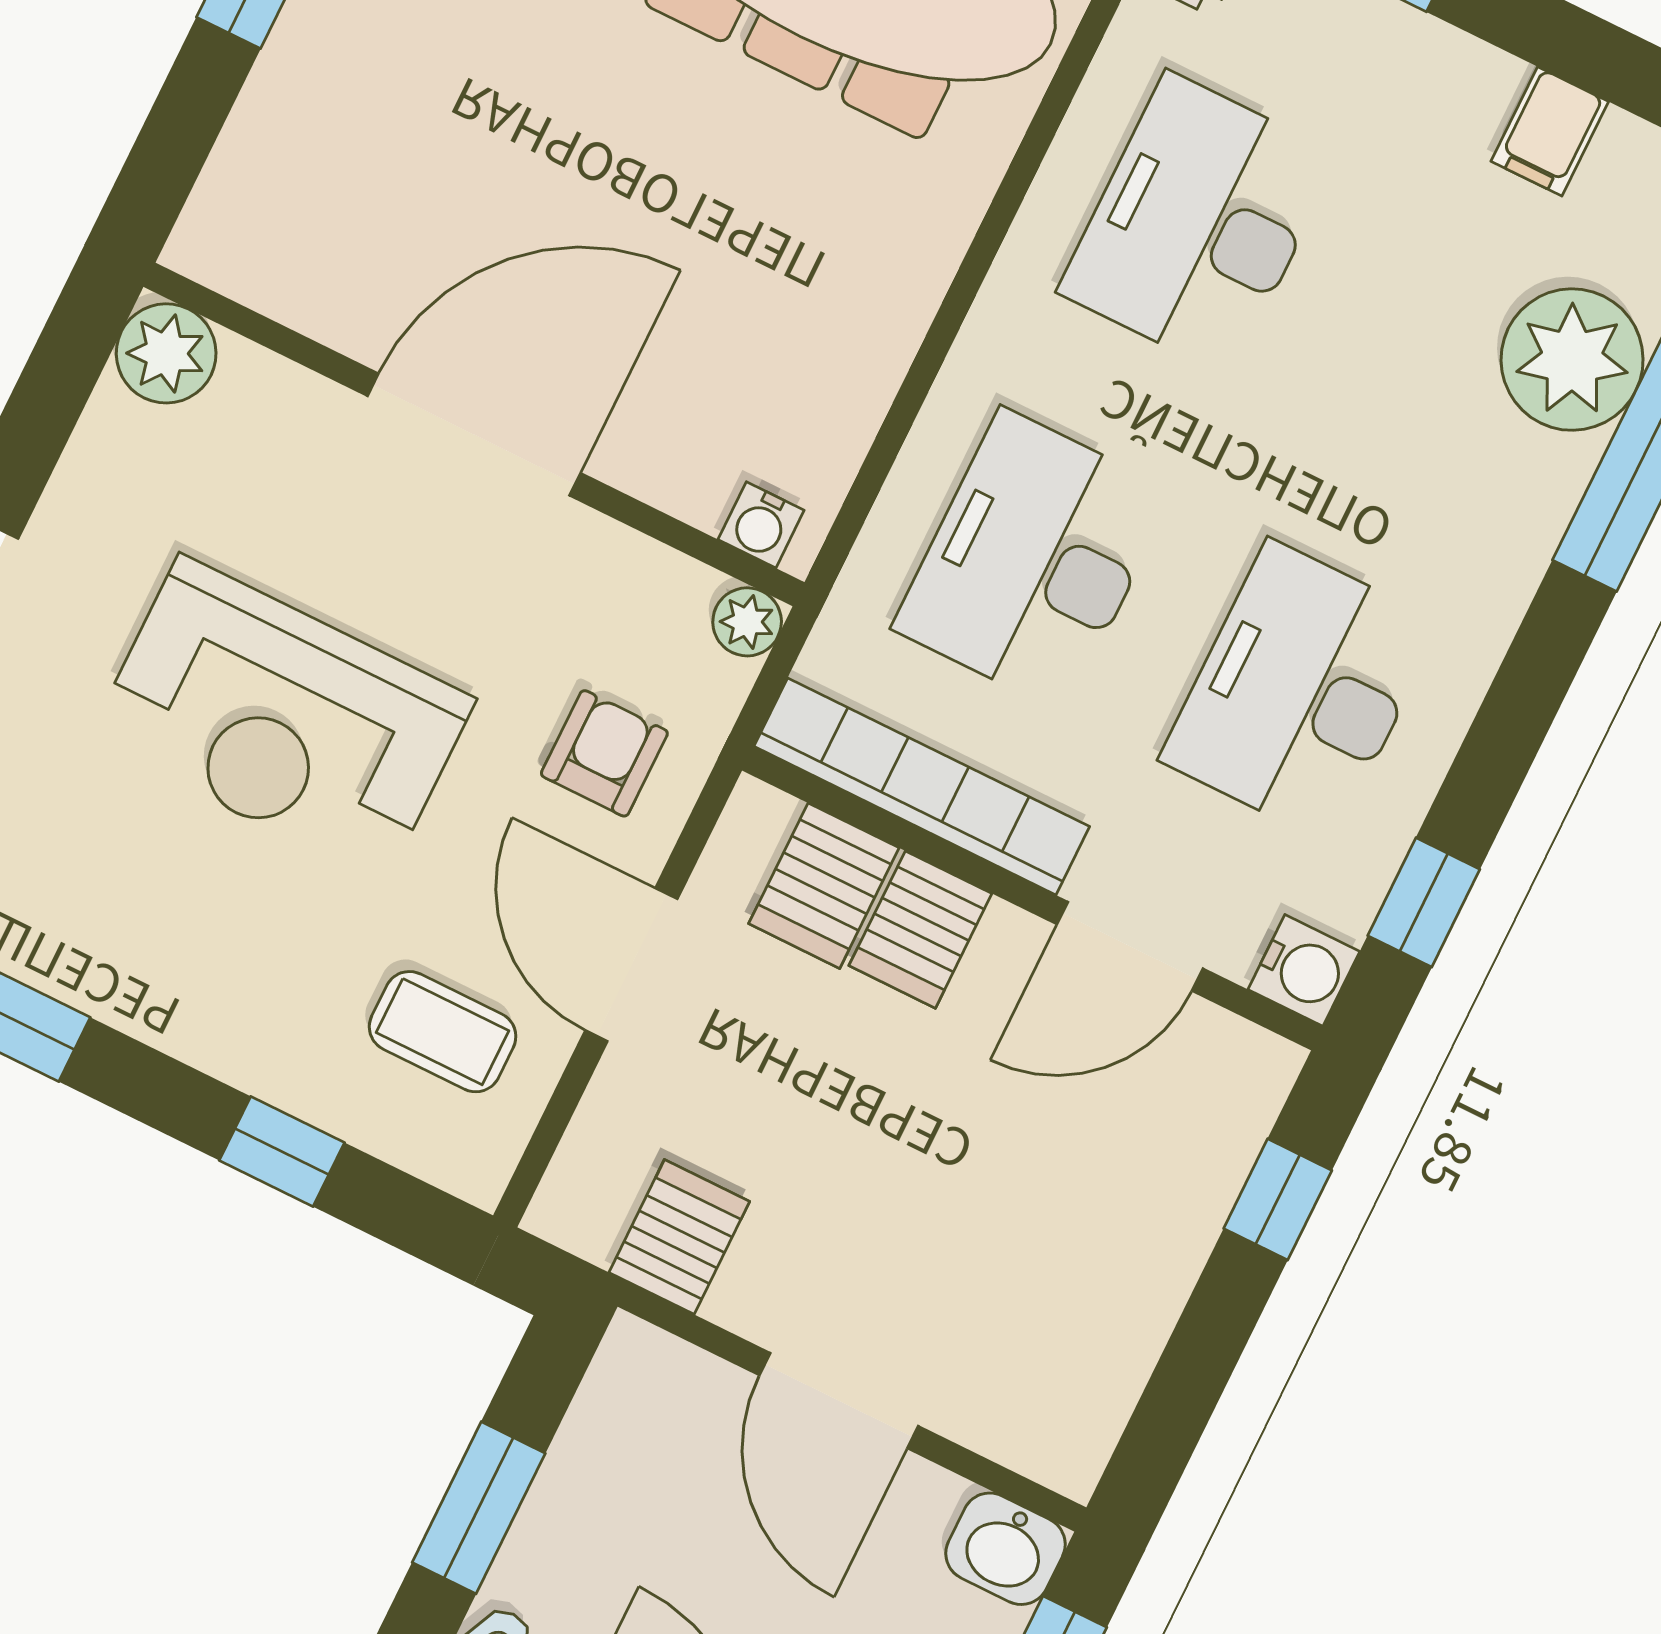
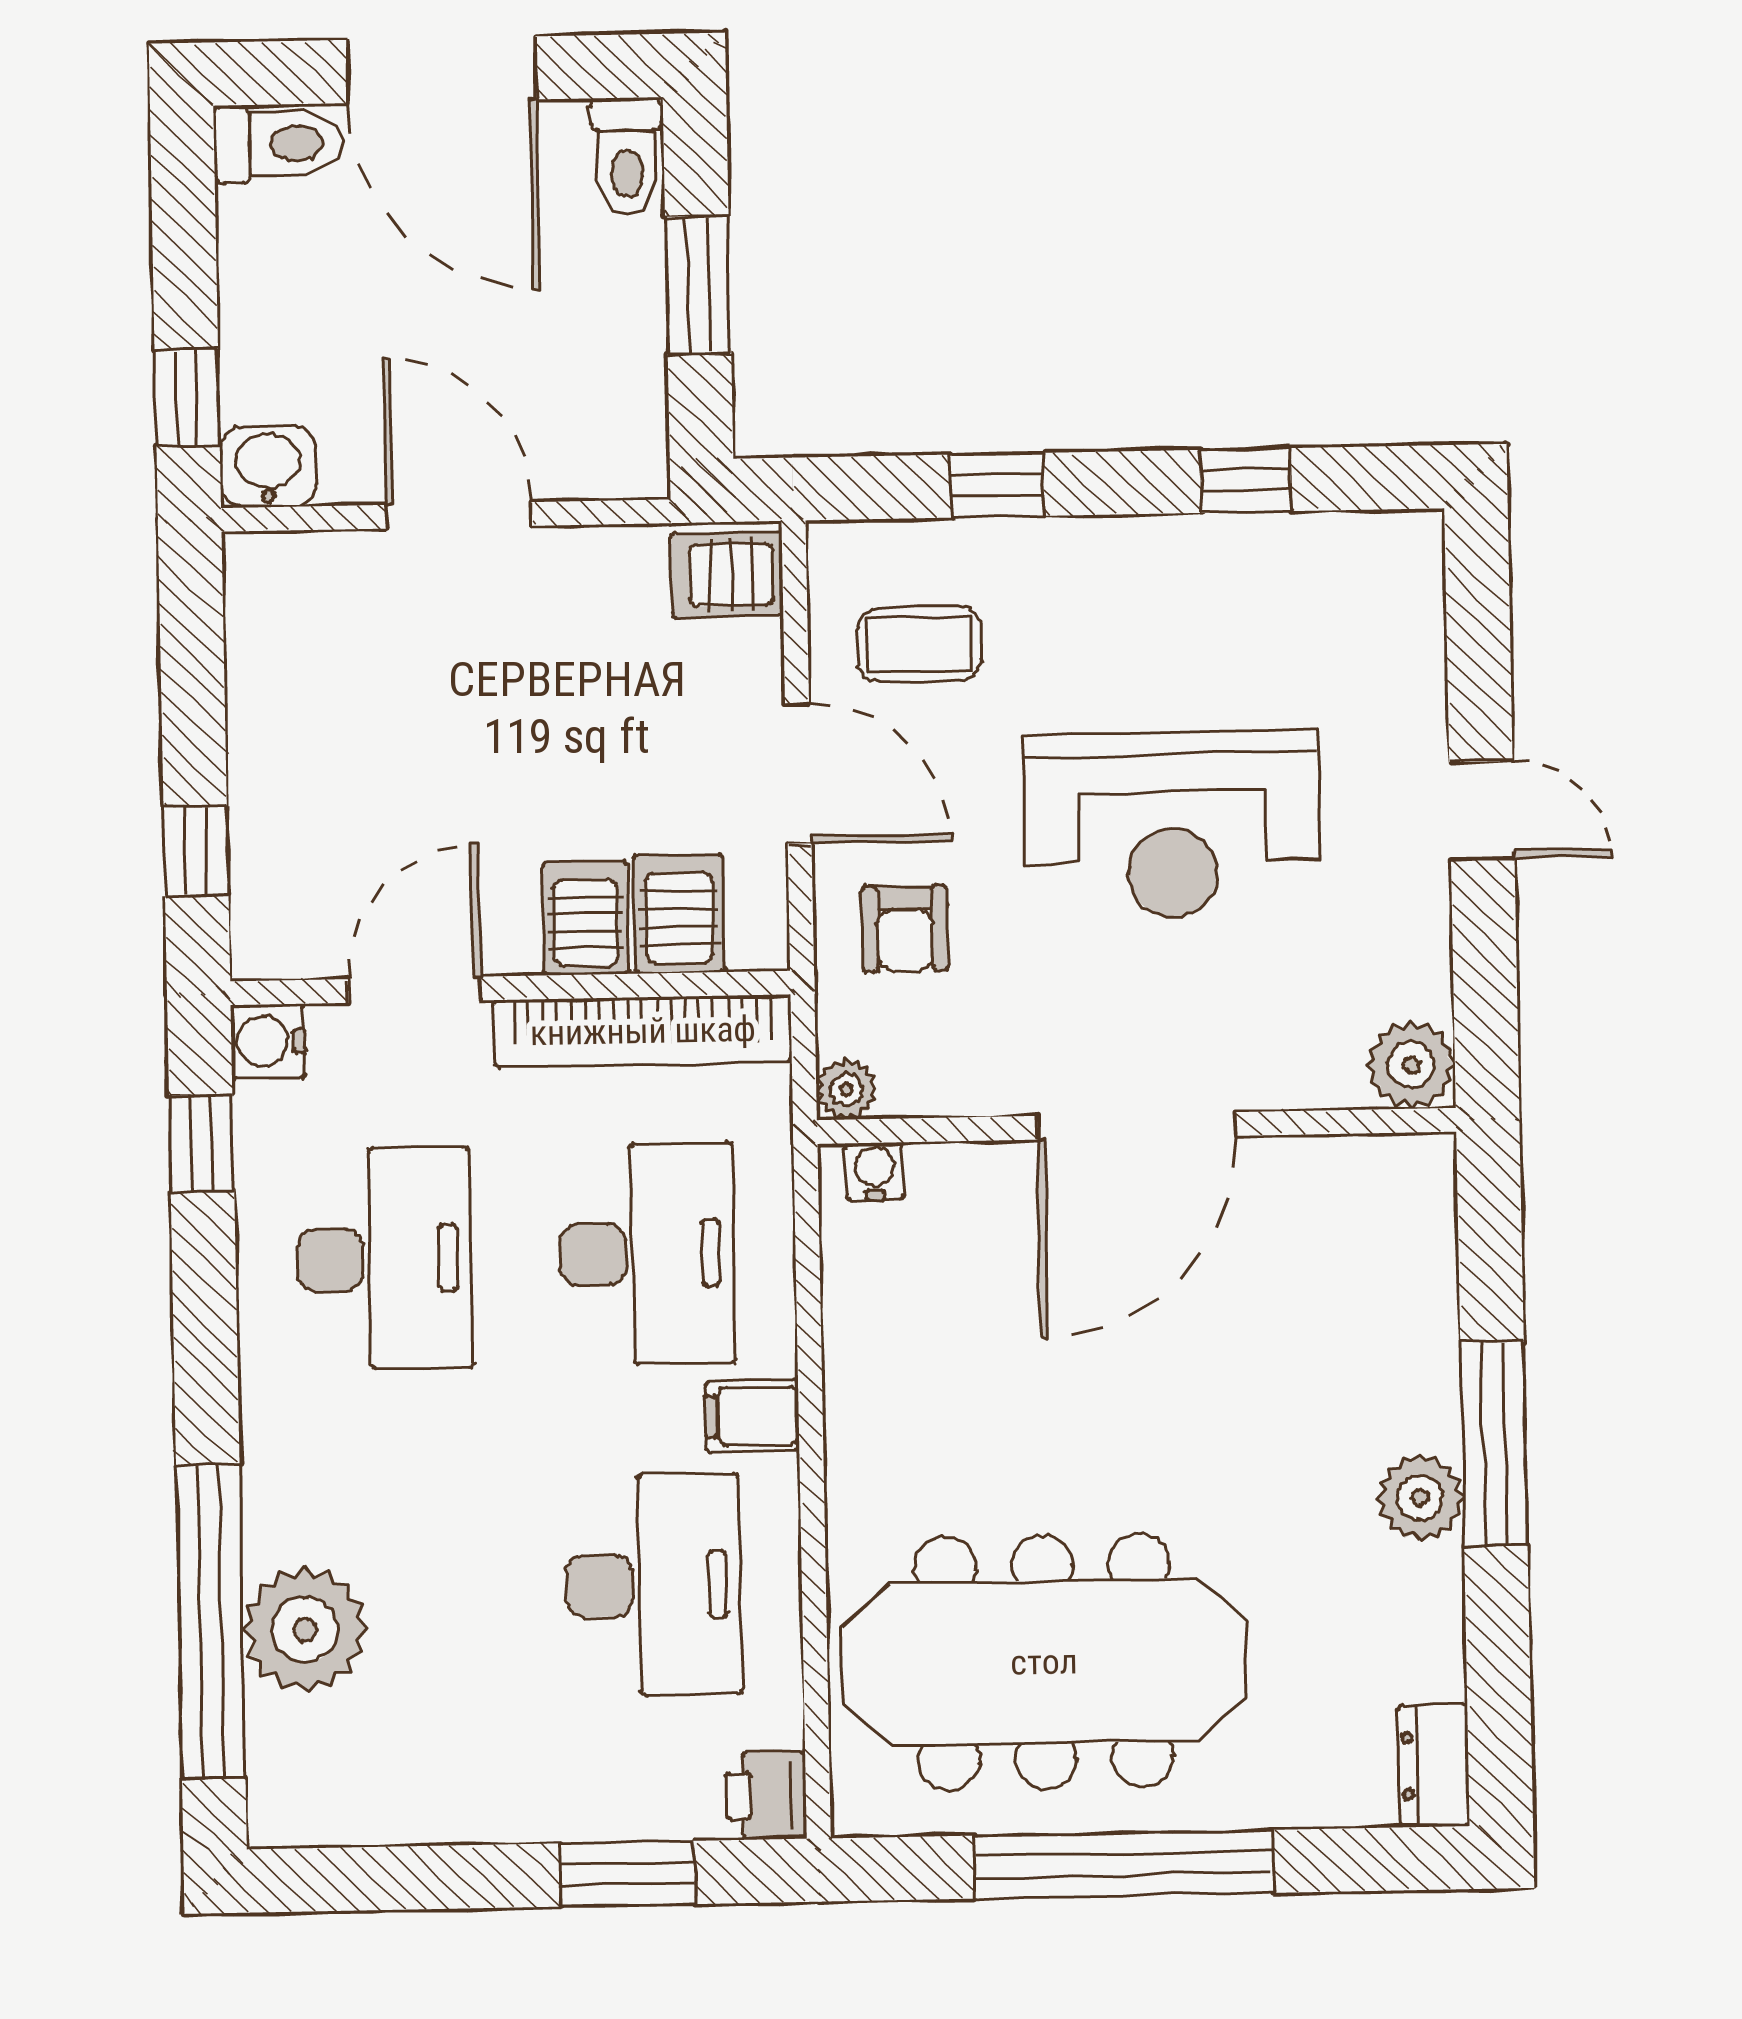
filing cabinet: (1550, 131) -> (752, 1416), moved, turned -90
reception desk: (282, 719) -> (1172, 825), turned 180
server rack: (679, 1237) -> (727, 575), moved, turned 90

